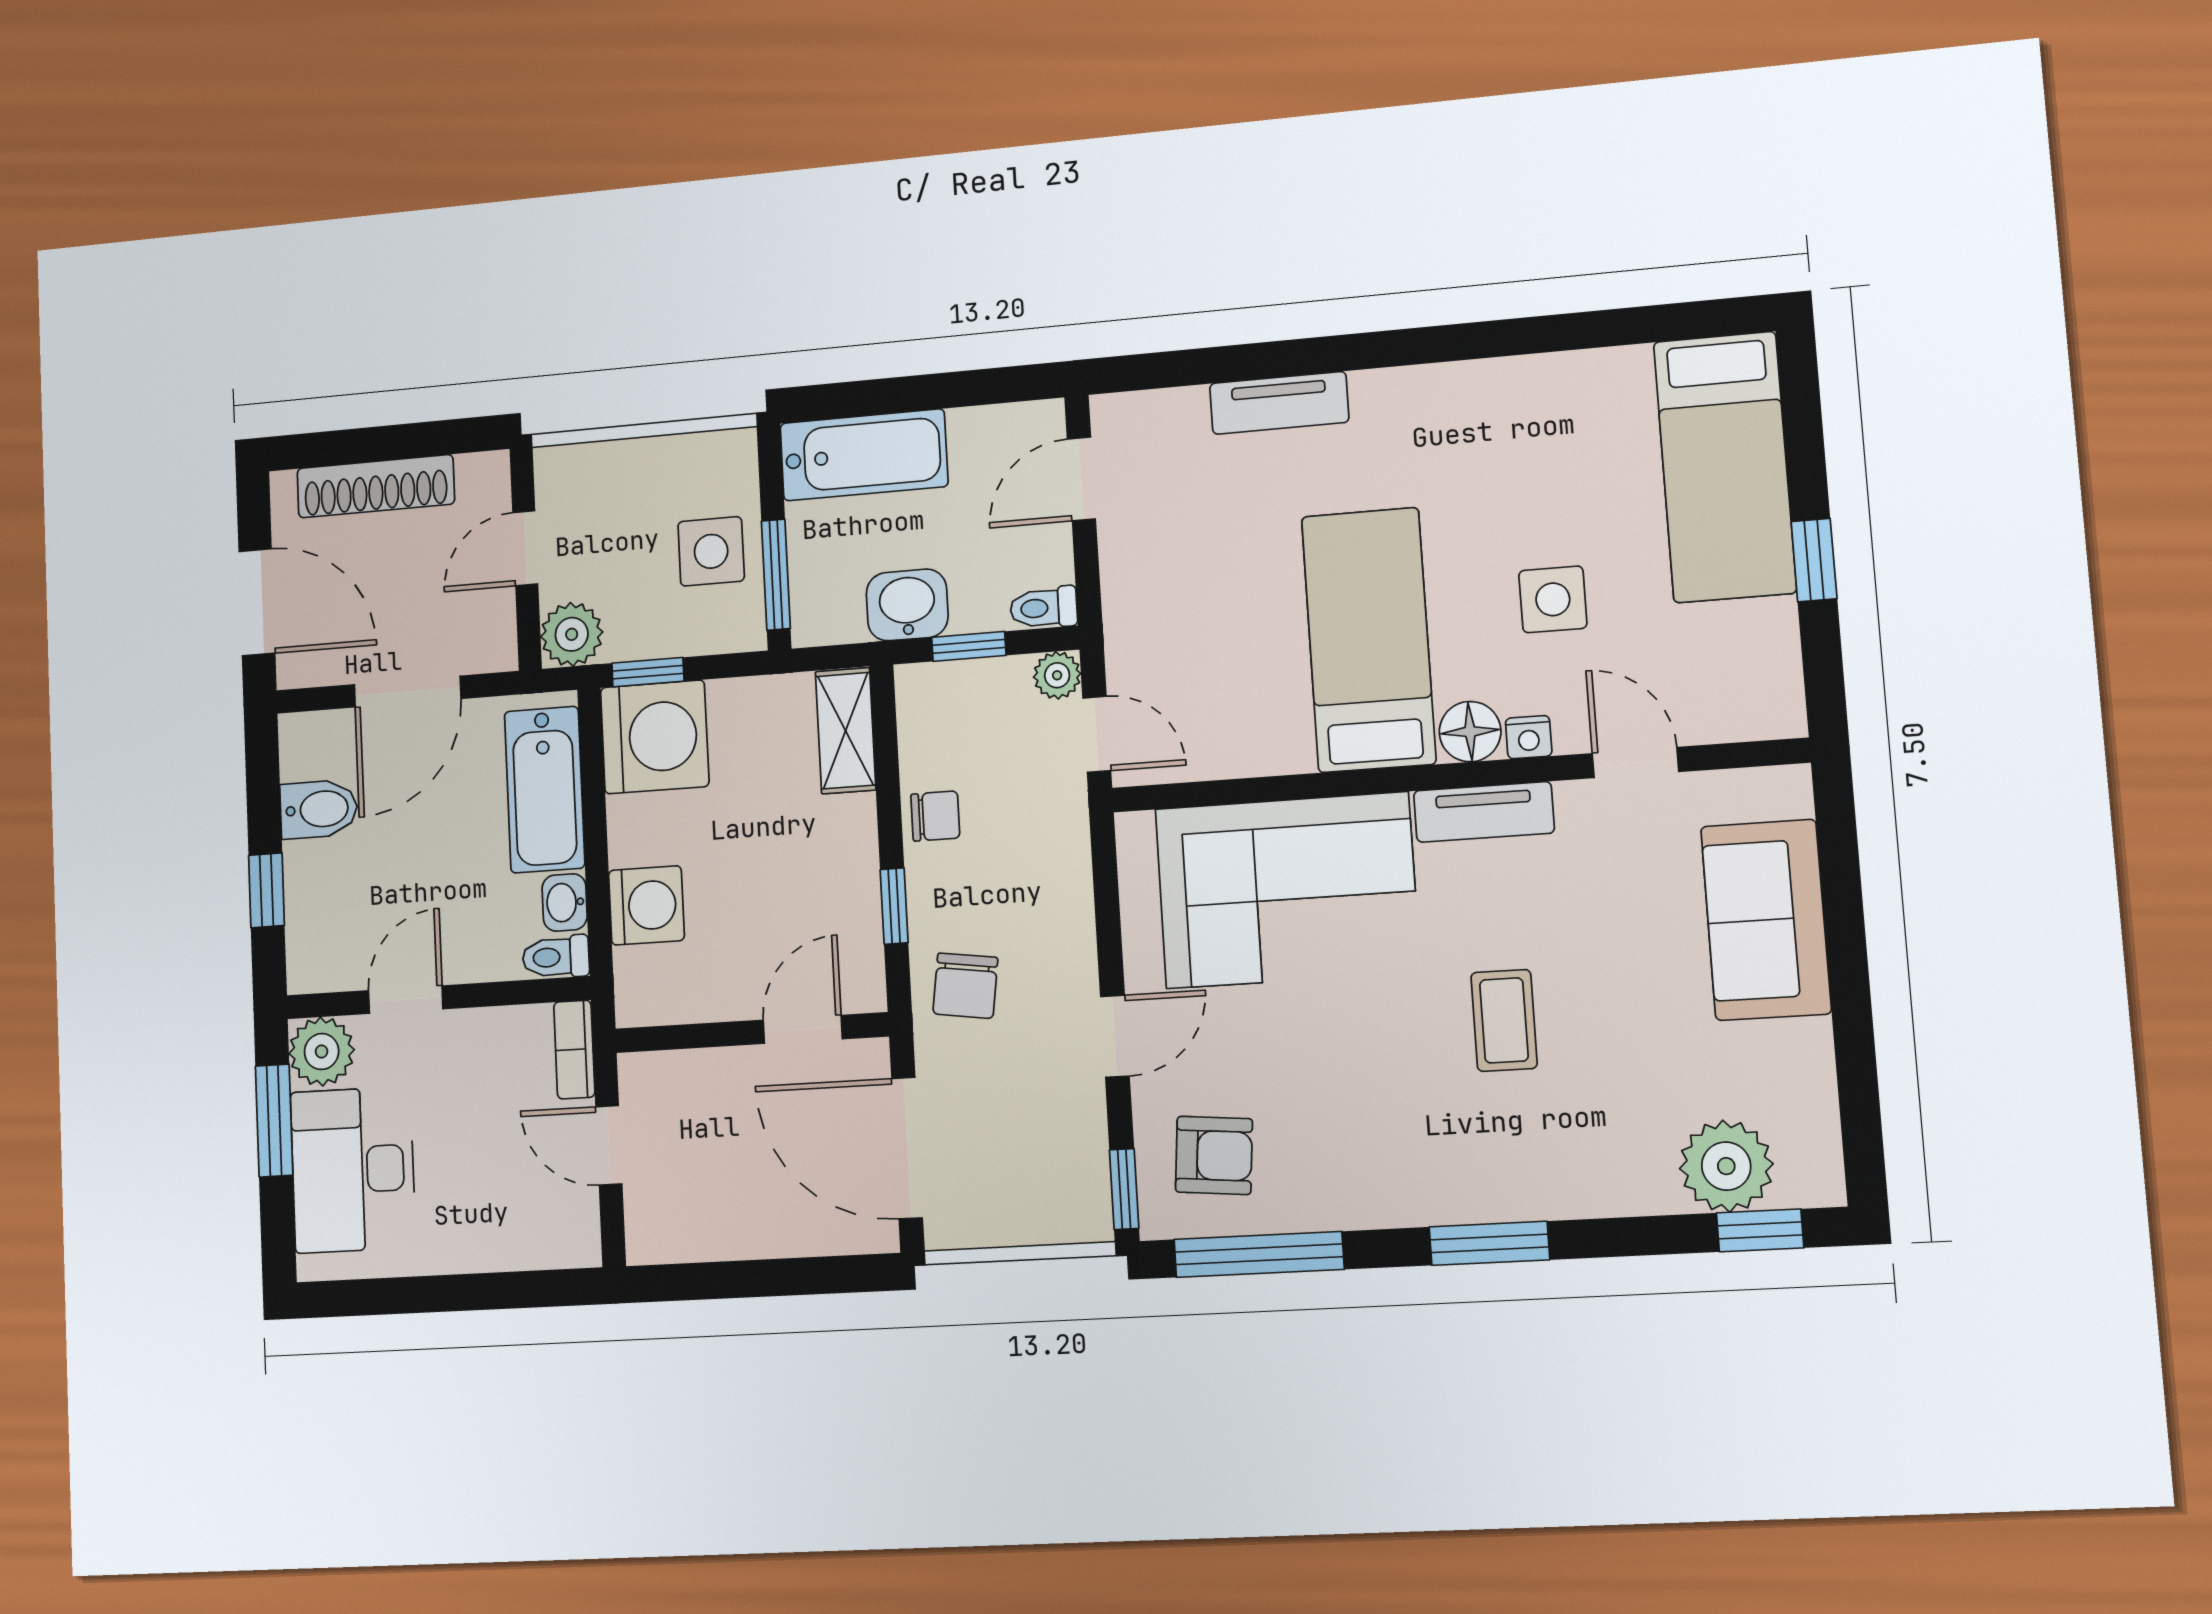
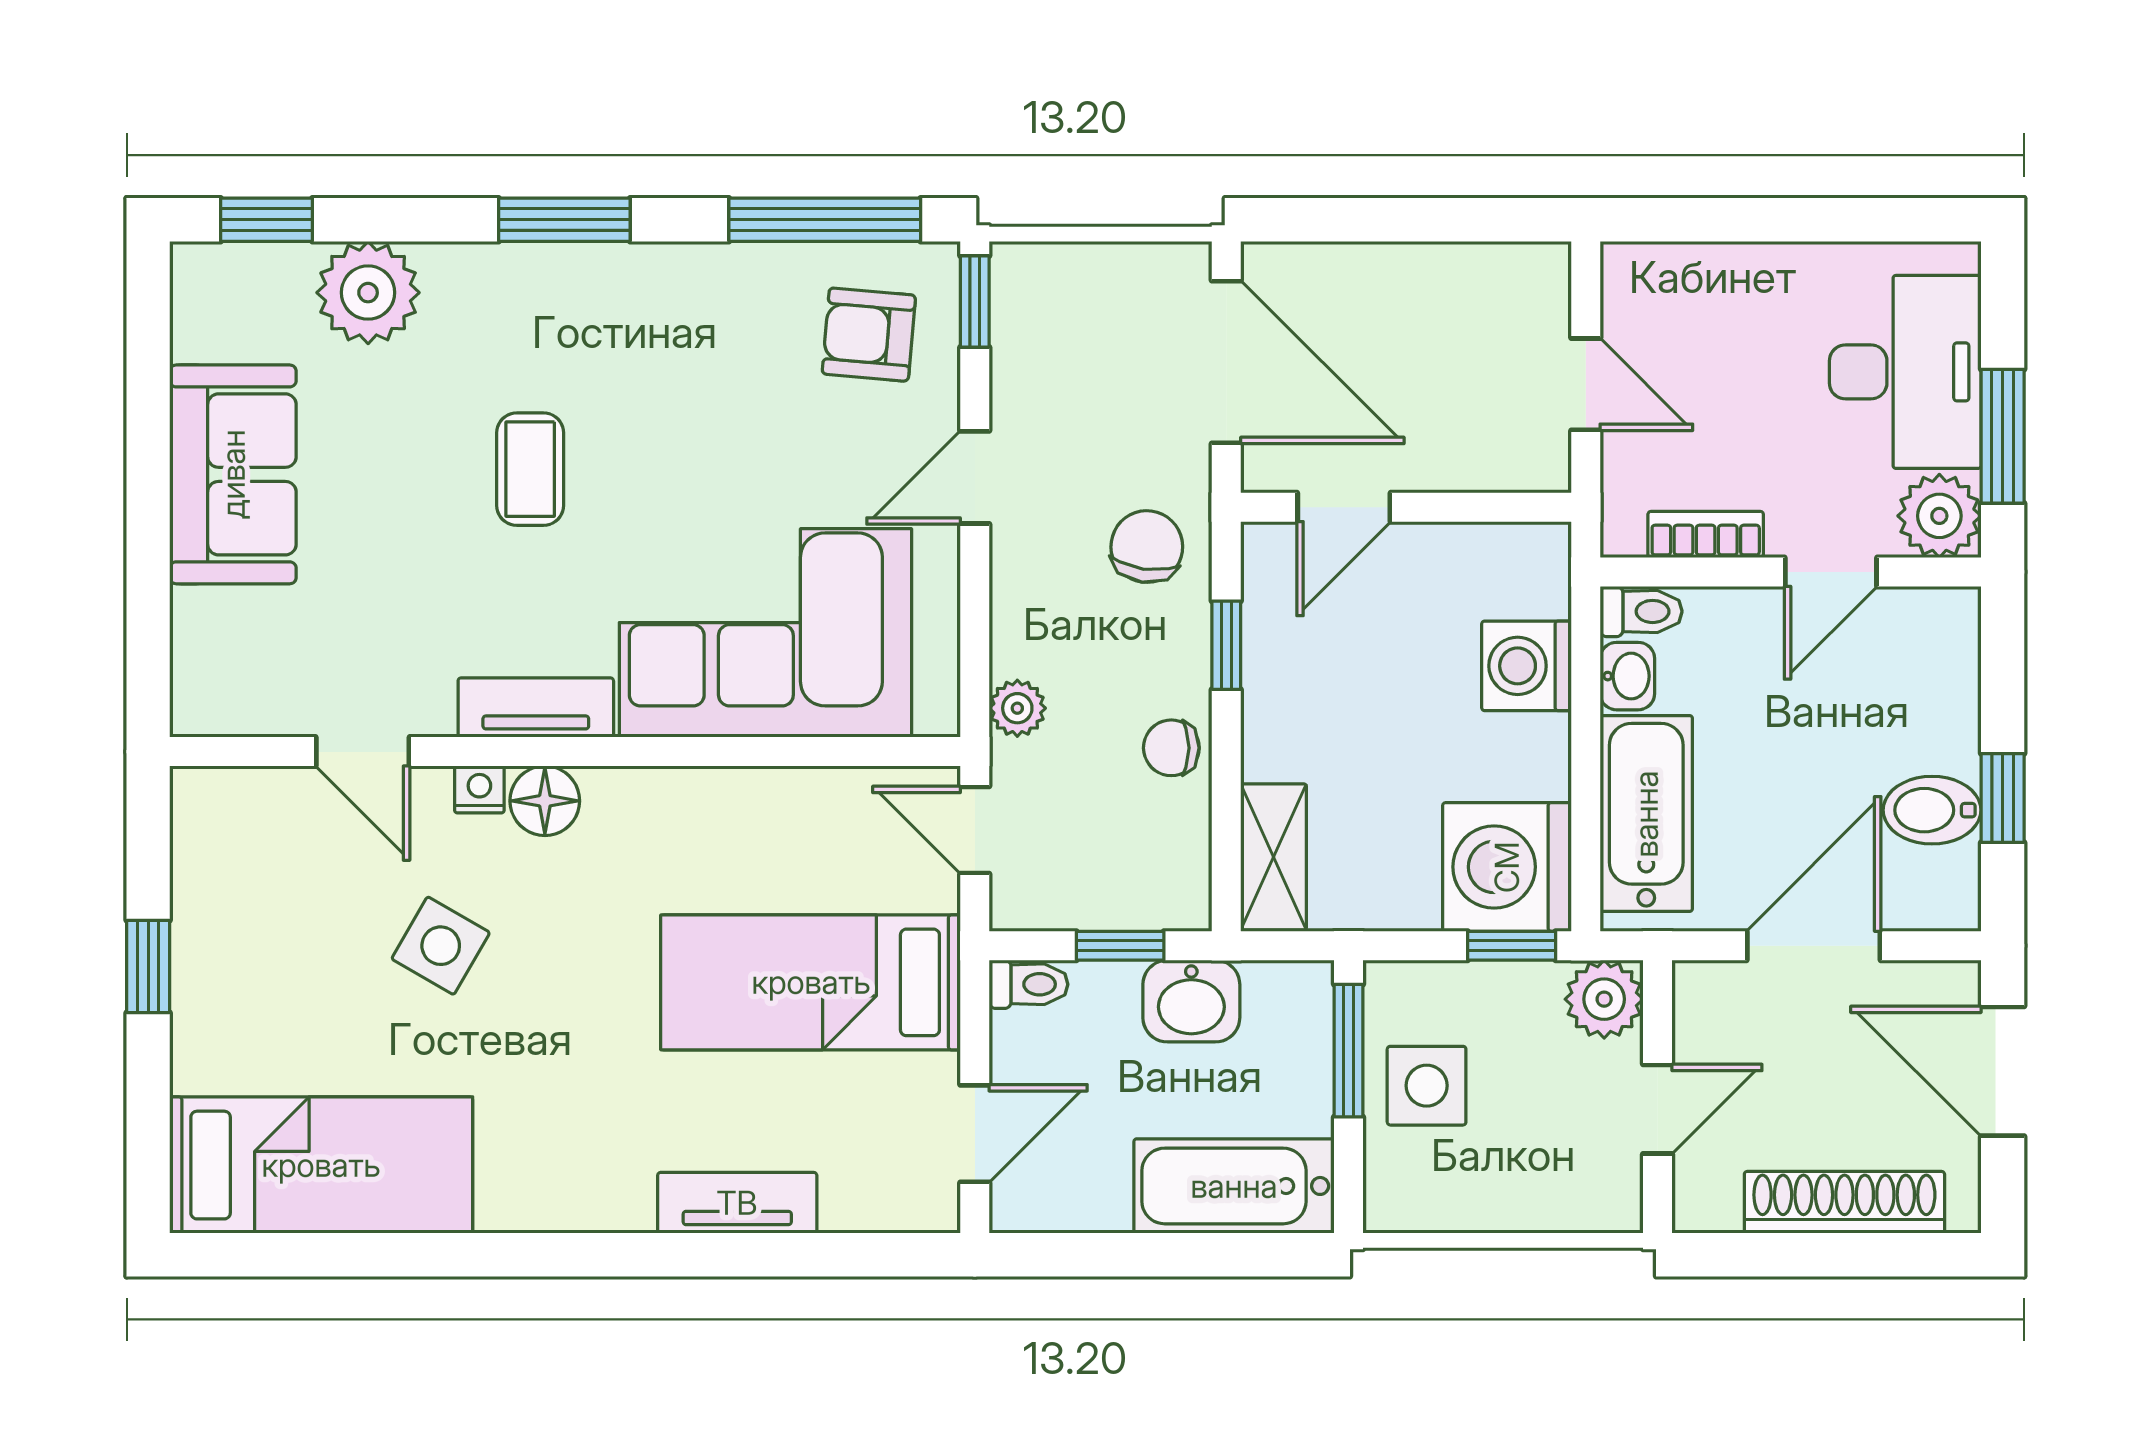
bed: (1725, 467) -> (321, 1165), moved, turned 90
side table: (1553, 599) -> (441, 946), turned 30
bed: (1369, 640) -> (811, 982), moved, turned 90
plant: (1057, 675) -> (1017, 708), moved
window: (266, 890) -> (2003, 798), moved
sofa: (1766, 920) -> (233, 474), moved
bookcase: (574, 1050) -> (1706, 534), moved, turned -90
plant: (1726, 1166) -> (368, 293), moved

